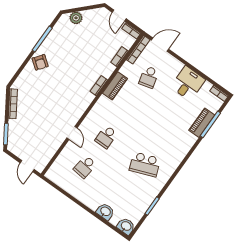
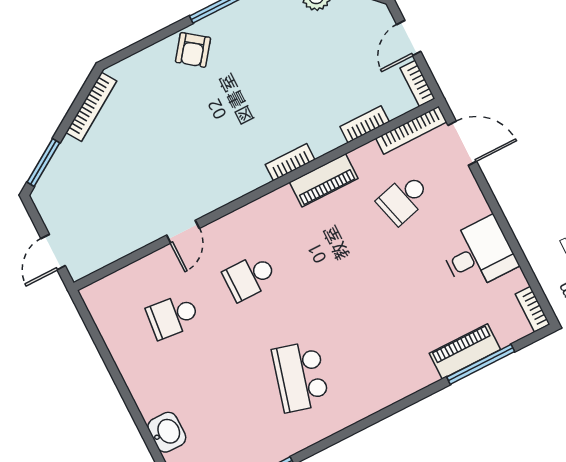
school desk: (145, 164) -> (301, 377), turned 36

